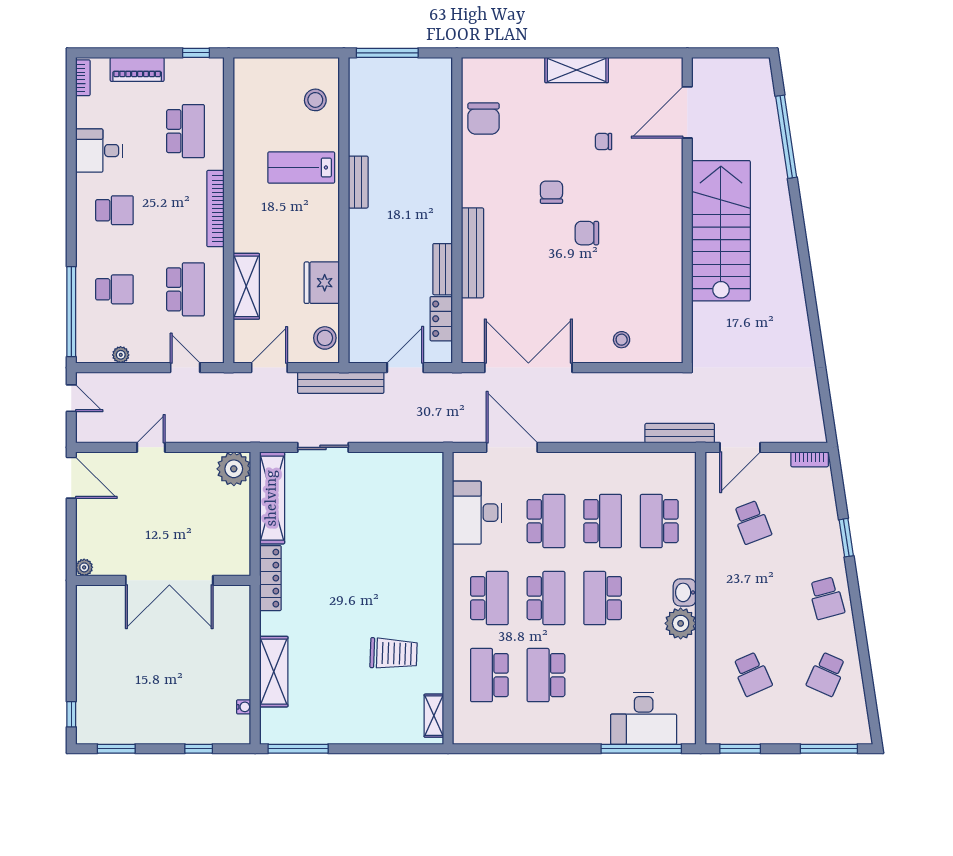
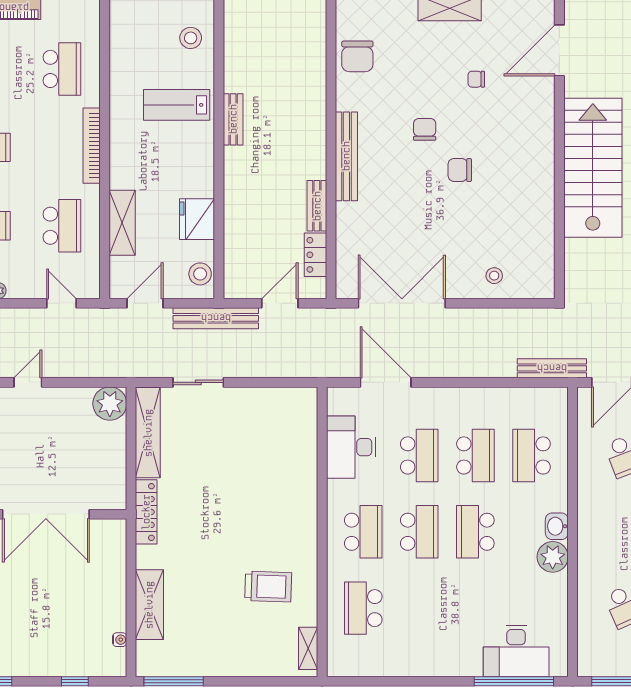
bench: (472, 253) -> (346, 156), moved
school desk: (546, 675) -> (419, 608), removed

